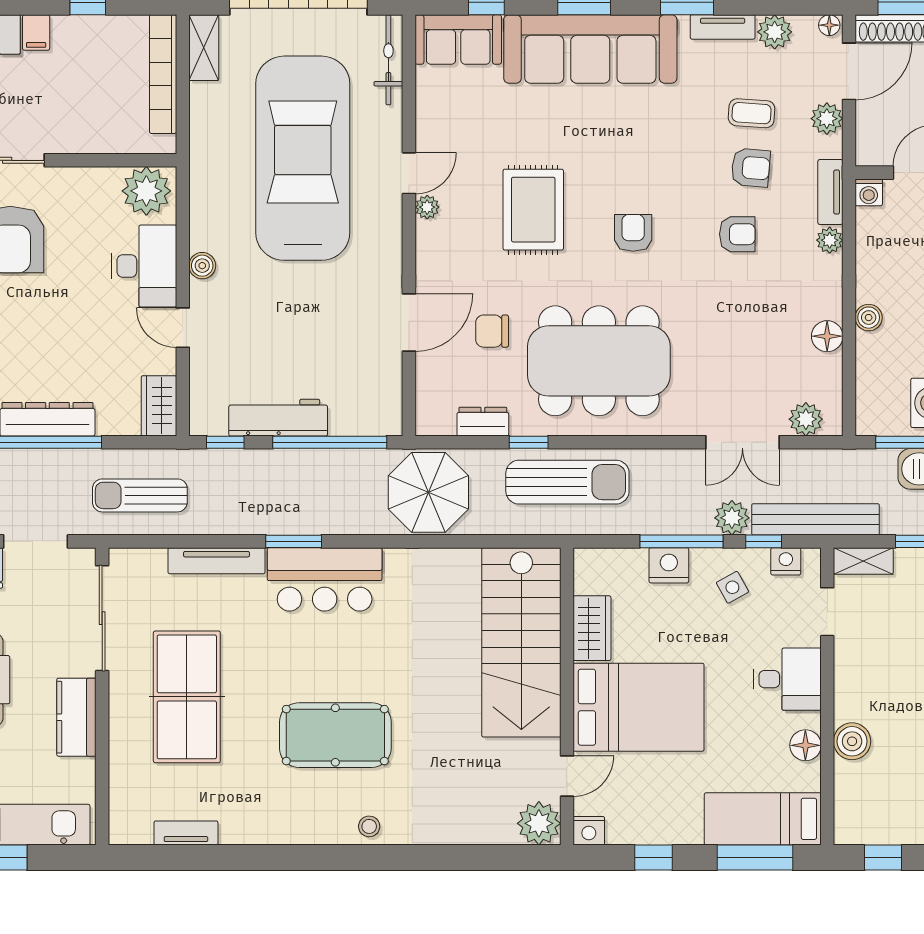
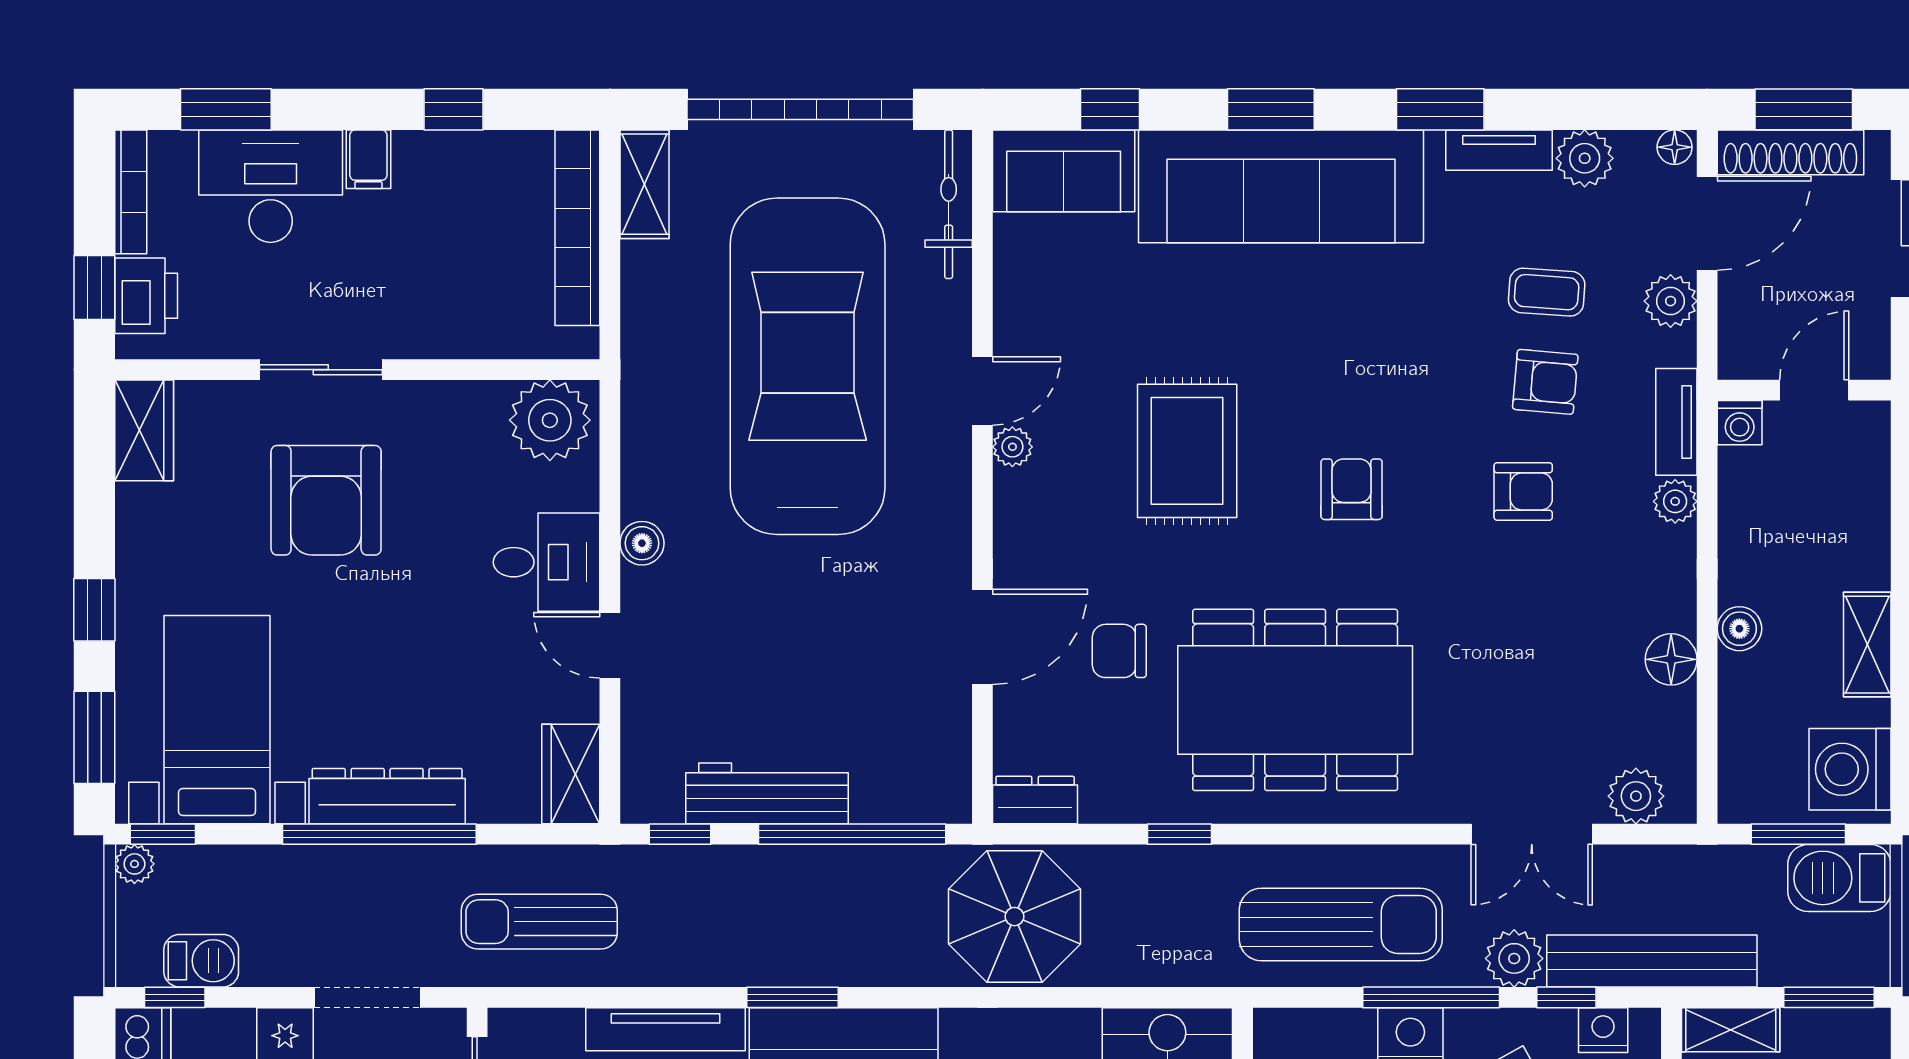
desk: (144, 266) -> (547, 562), width x0.73
dresser: (483, 422) -> (1035, 800), moved
sun lounger: (567, 482) -> (1341, 924), moved

